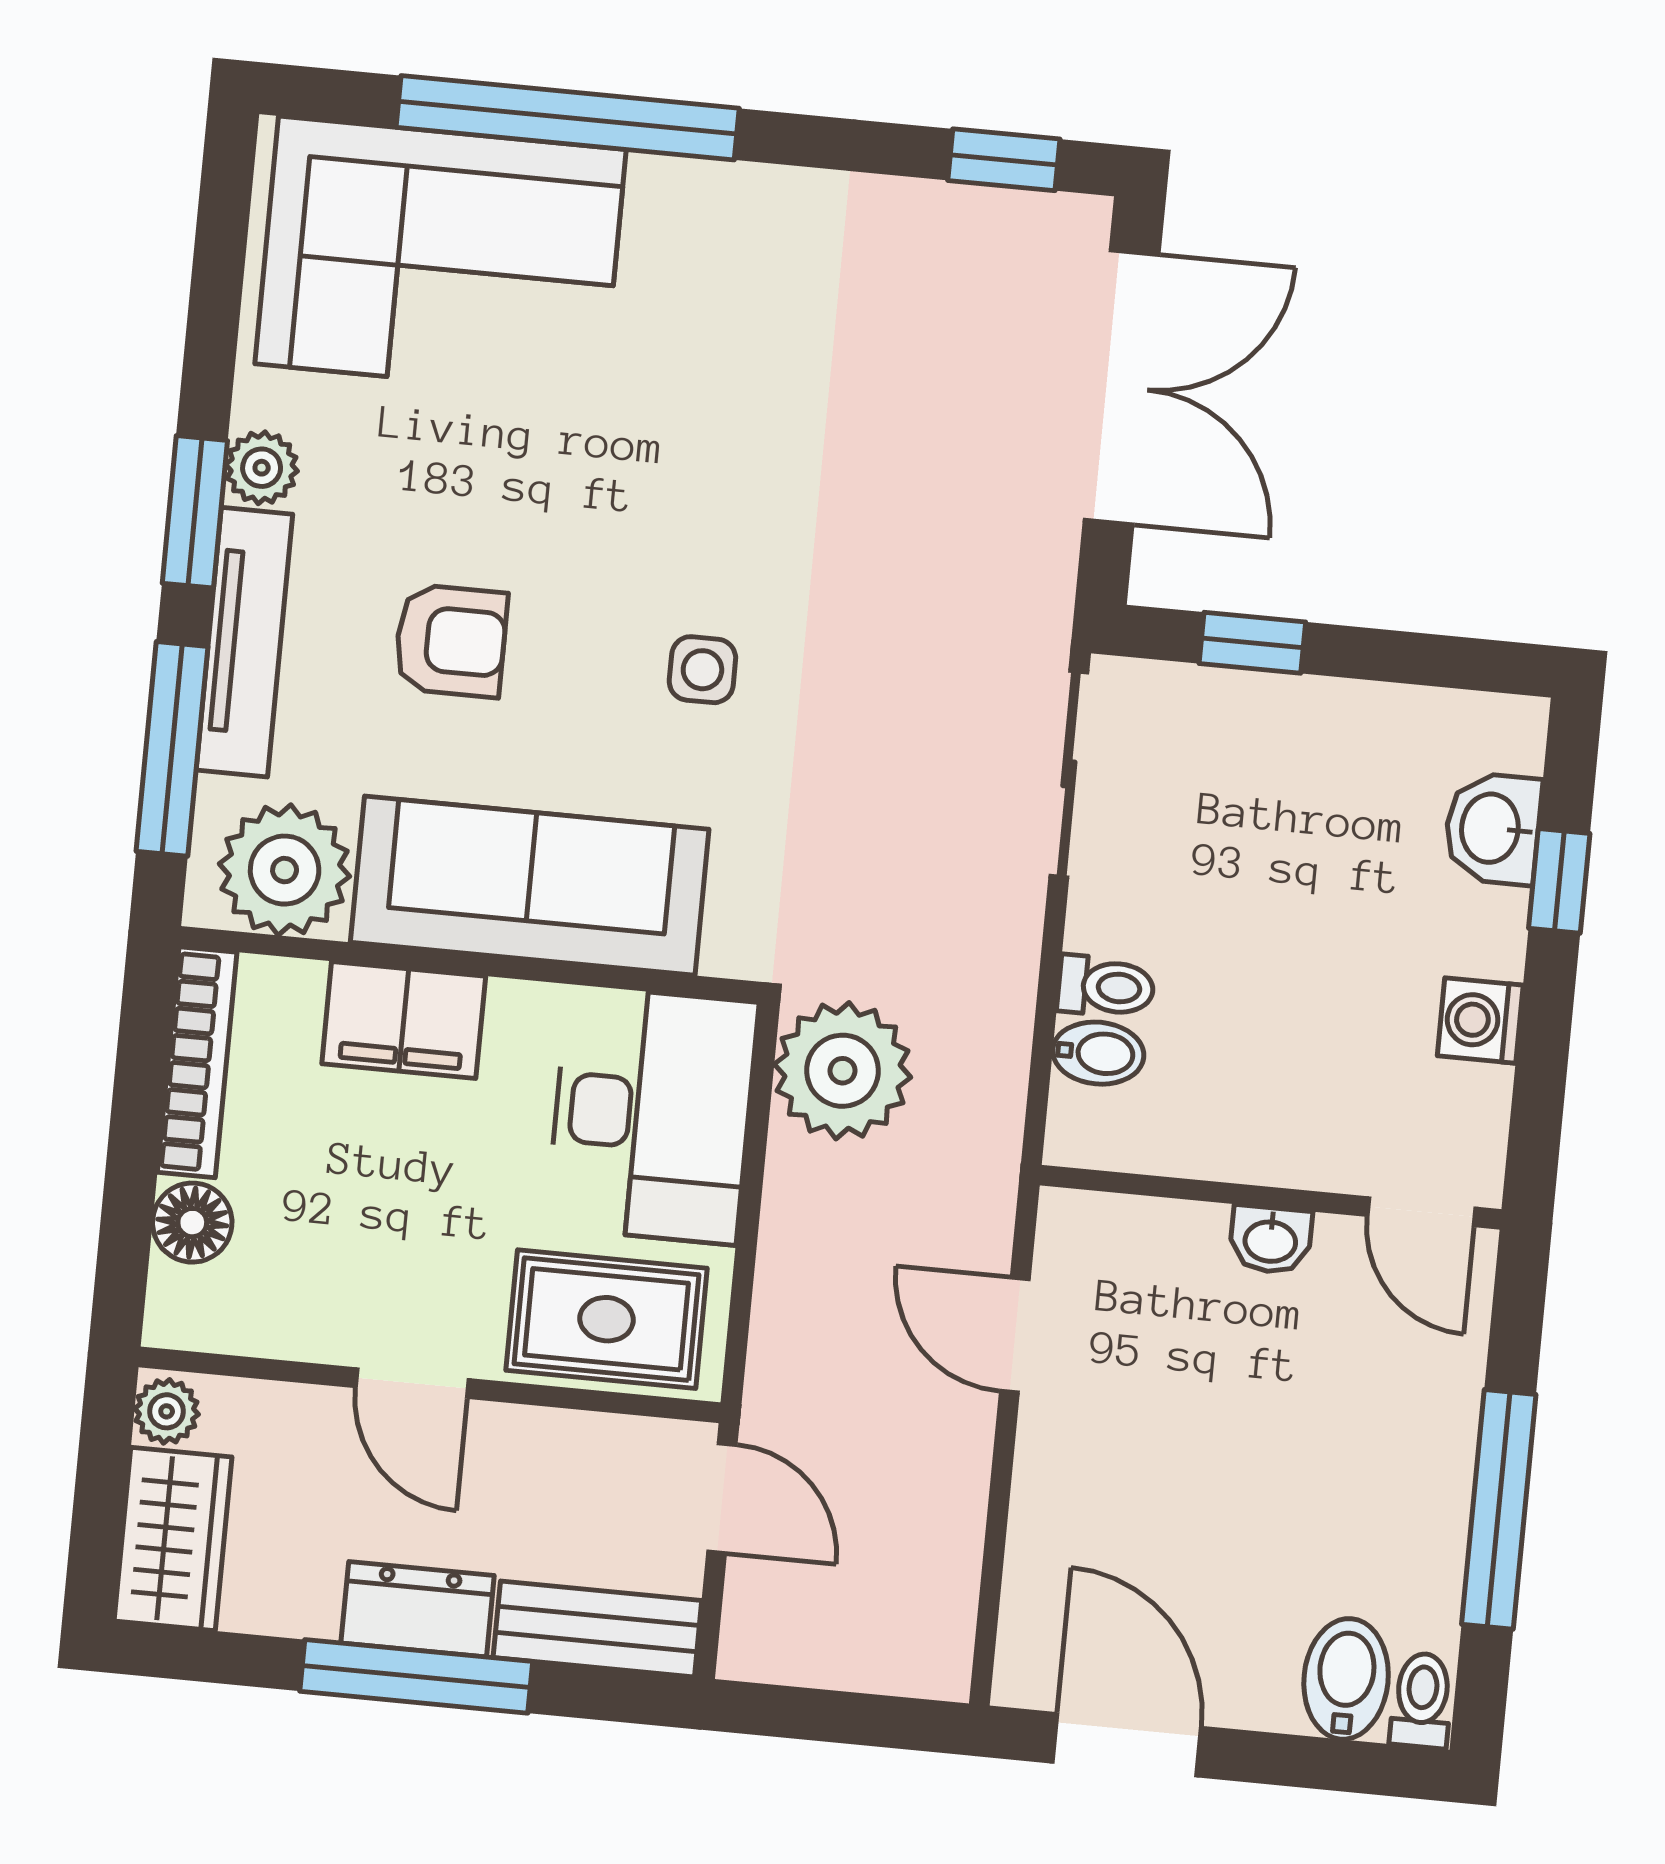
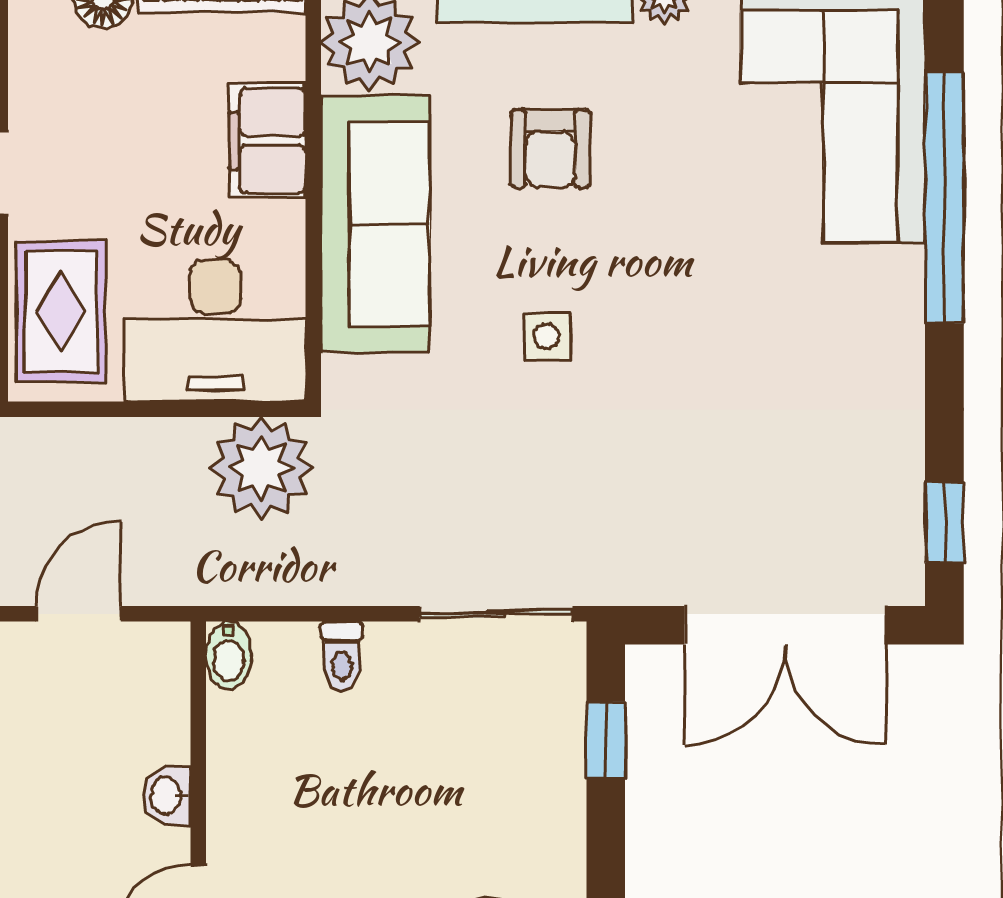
bidet: (1098, 1053) -> (229, 655), moved

